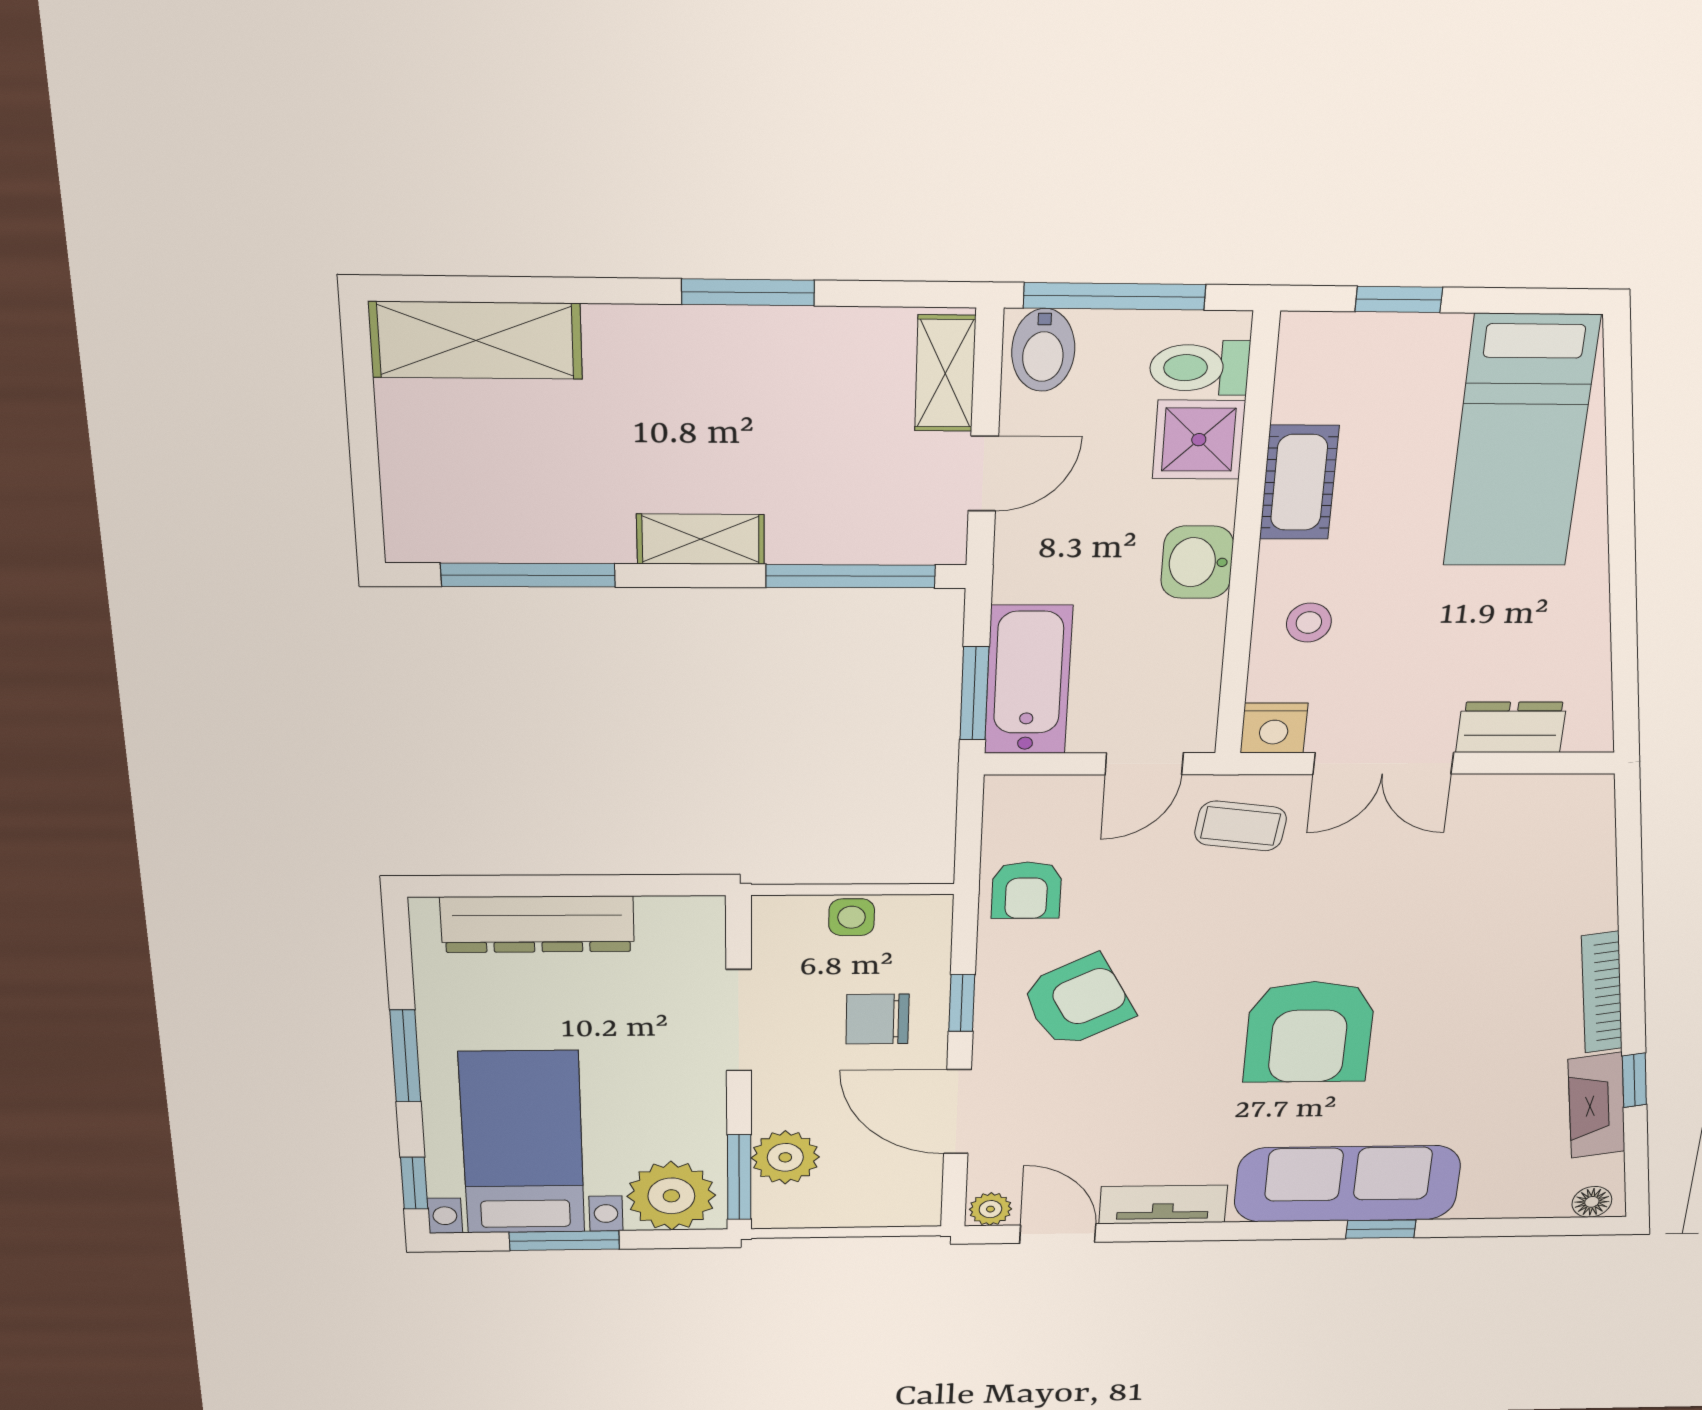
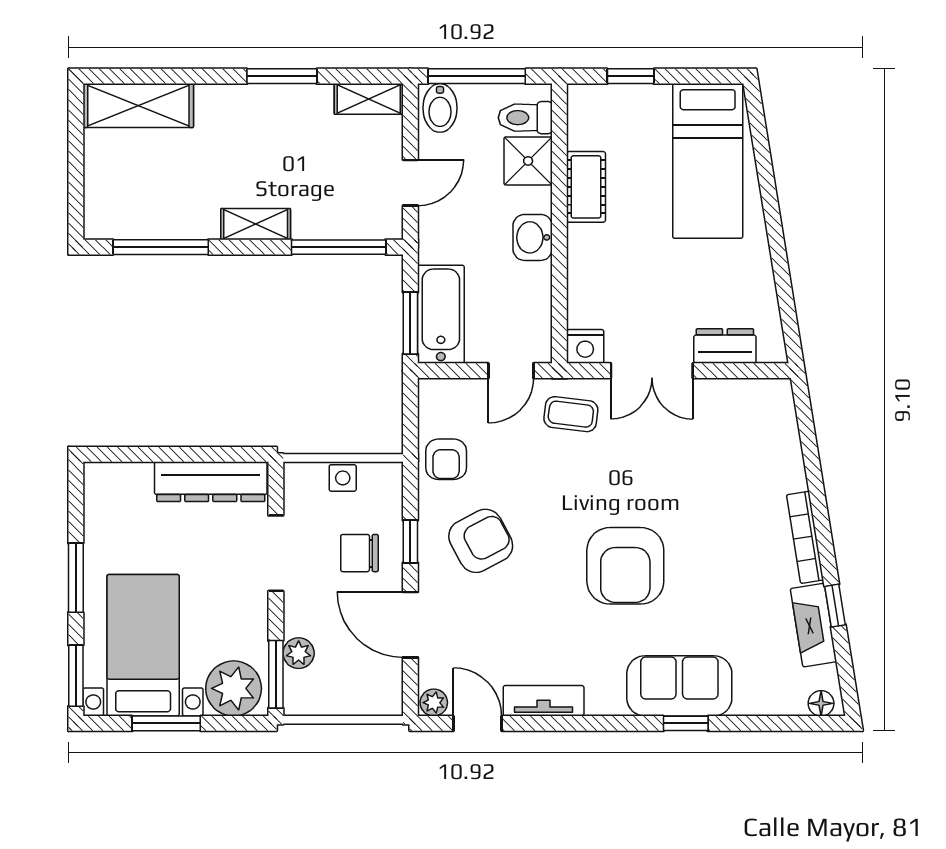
shelving: (945, 373) -> (369, 99), moved, turned 90
stool: (1309, 623) -> (599, 276), removed
dresser: (537, 924) -> (211, 482), moved
plant: (785, 1157) -> (299, 653), width x0.73, depth x0.73
window: (414, 1183) -> (76, 676), width x1.50
sofa: (1347, 1184) -> (679, 686), width x0.73

